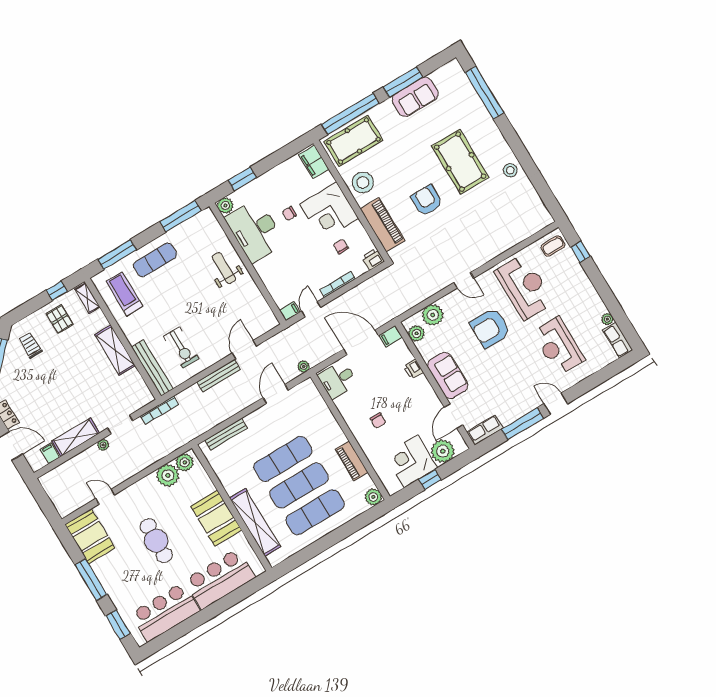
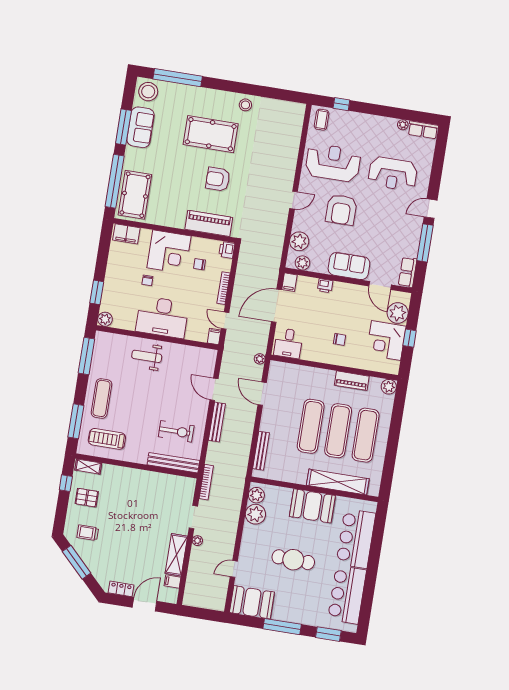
stool: (363, 182) -> (148, 92), moved
desk: (255, 230) -> (162, 317), moved
shelving: (115, 350) -> (140, 478), removed

